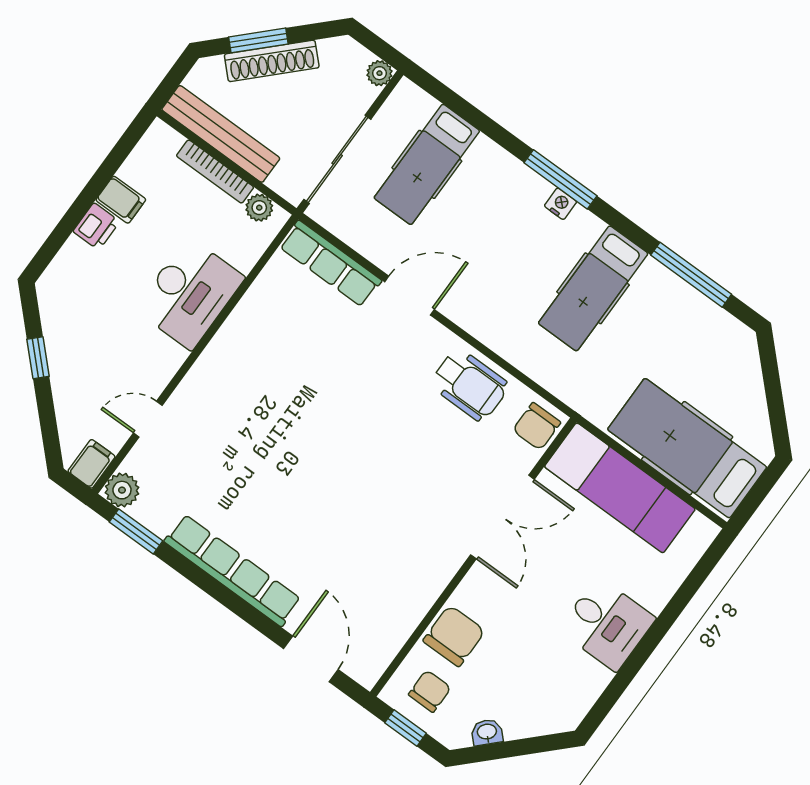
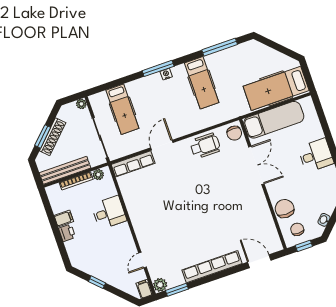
desk: (190, 293) -> (109, 213), width x0.73

